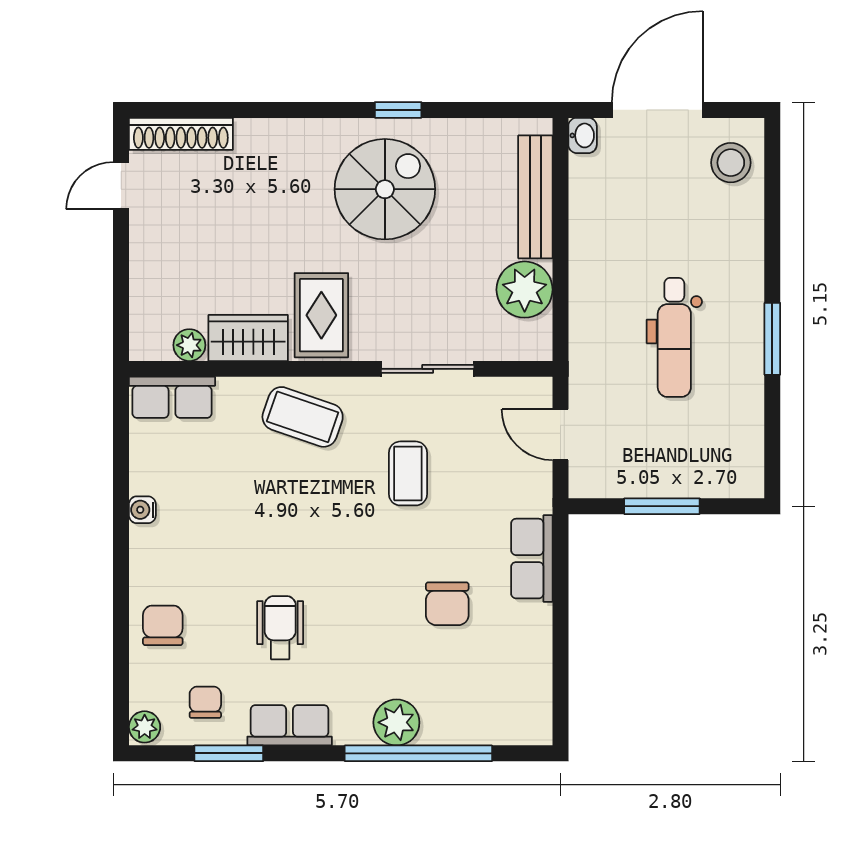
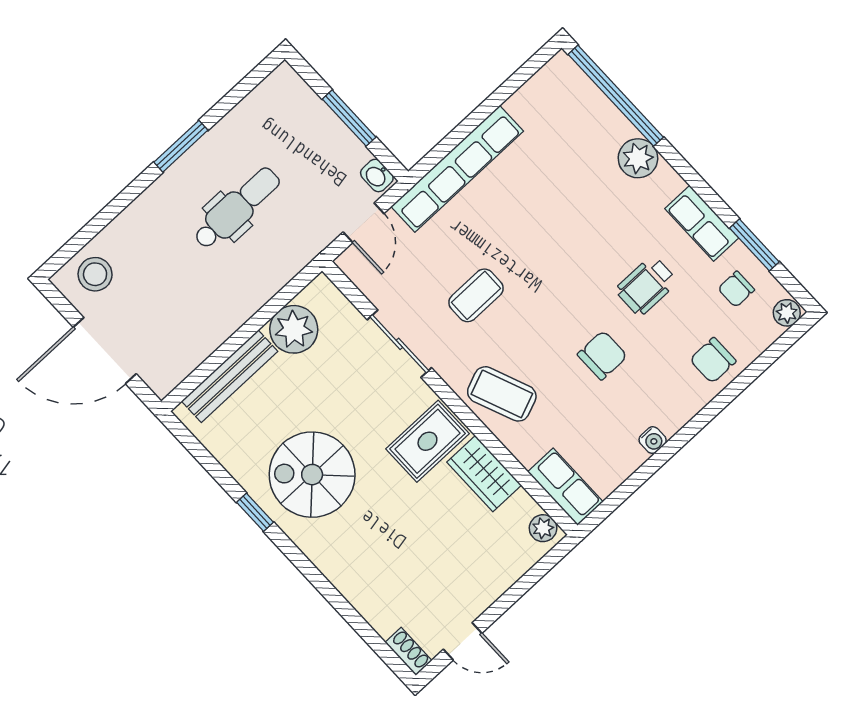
shoe rack: (181, 134) -> (409, 651), width x0.51, depth x0.81
washbasin: (583, 135) -> (377, 175), moved, turned -90
plant: (189, 345) -> (543, 528), moved
coffee table: (303, 417) -> (502, 394), turned -41
row of seats: (532, 559) -> (457, 169), width x2.02
chair: (447, 604) -> (602, 355), moved
window: (418, 753) -> (616, 96), moved

